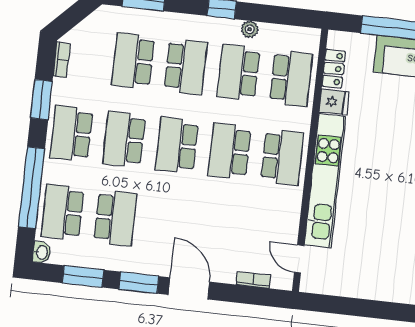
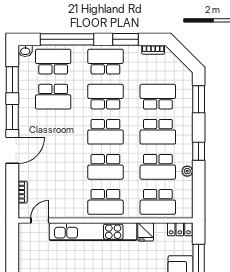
locker: (334, 69) -> (180, 229), moved
school desk: (238, 73) -> (158, 167), turned 180
school desk: (177, 145) -> (105, 132), turned 180
school desk: (229, 151) -> (105, 167), turned 180

